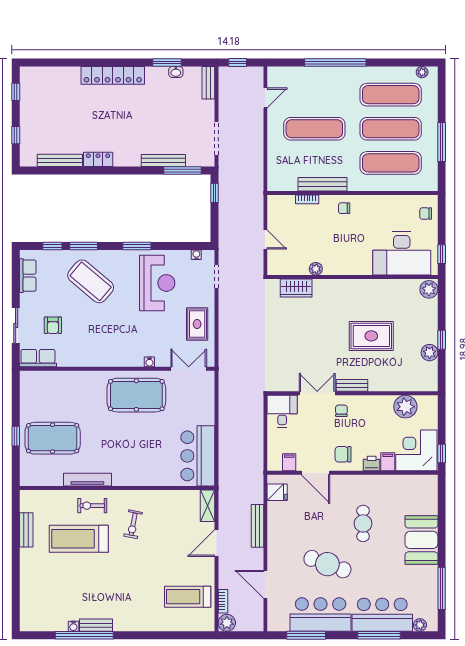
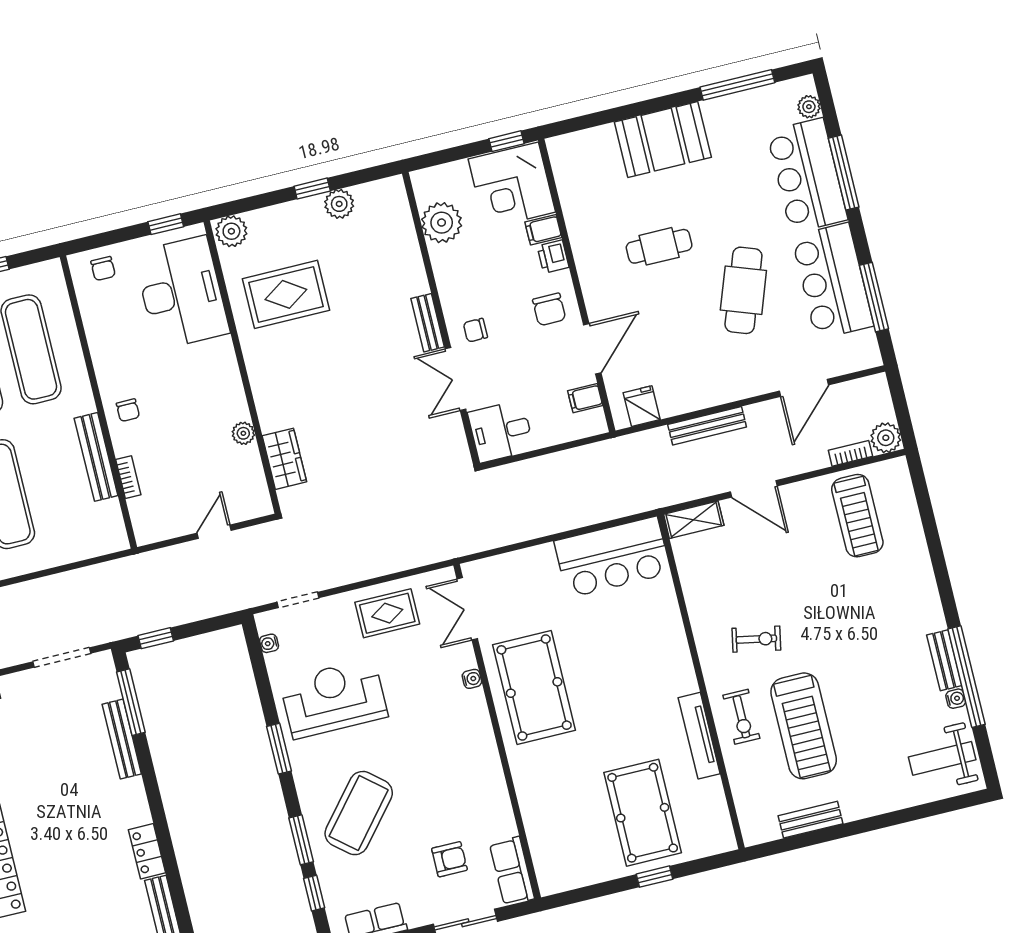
rug: (371, 336) -> (286, 294), moved, turned 90
weight bench: (42, 611) -> (942, 758), added

